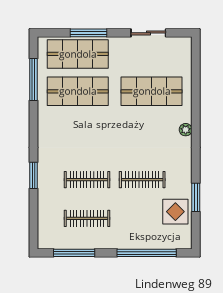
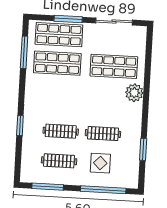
sliding door: (148, 33) -> (114, 22), width x1.37
plant: (186, 130) -> (134, 93), width x1.87, depth x1.87
display table: (175, 212) -> (100, 163), moved

